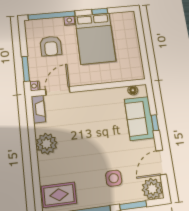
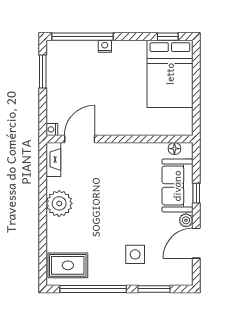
window: (100, 11) -> (168, 37), moved
bed: (95, 38) -> (170, 74), moved
armchair: (51, 46) -> (77, 79), removed
window: (26, 69) -> (43, 72), moved
plant: (152, 189) -> (186, 220), moved, width x0.53, depth x0.53

